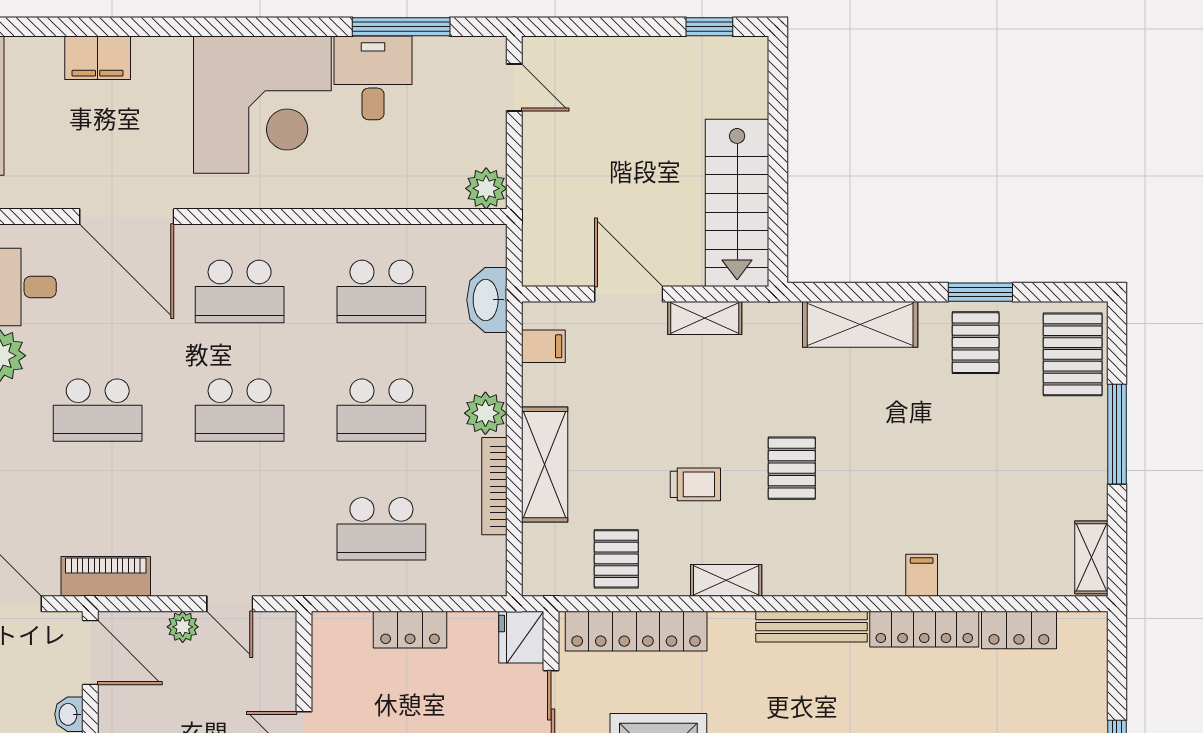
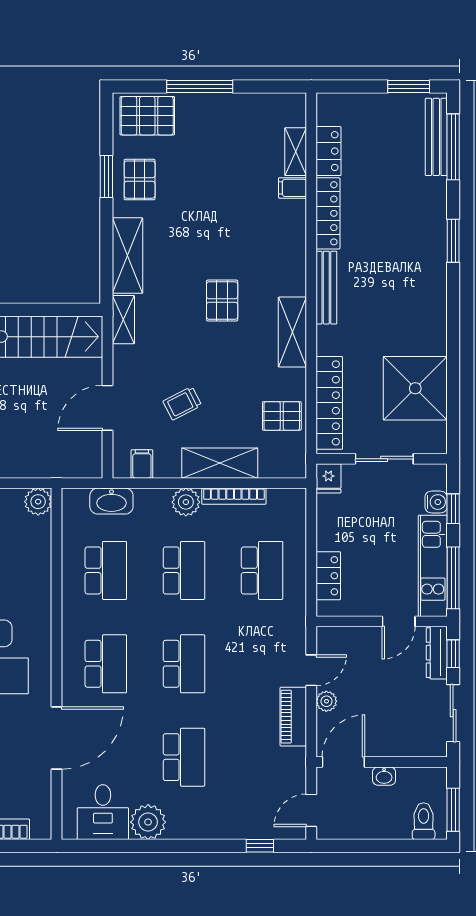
shelving: (705, 318) -> (123, 320), moved
pallet: (976, 343) -> (140, 180), turned 90
pallet: (792, 468) -> (222, 301), turned 90
trolley: (695, 484) -> (182, 403), moved, turned -117
shelving: (1091, 557) -> (296, 152), moved, turned 90
filing cabinet: (922, 575) -> (293, 188), moved
piano: (106, 576) -> (293, 717), moved
shelving: (726, 580) -> (292, 332), width x1.50, depth x1.33
locker: (410, 630) -> (328, 576), moved
fridge: (521, 637) -> (328, 478), width x0.72

